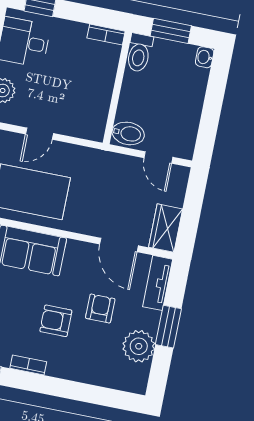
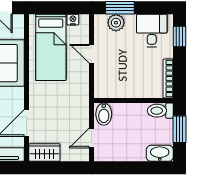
bookcase: (106, 35) -> (168, 79), width x1.56
washbasin: (205, 57) -> (160, 153), width x1.91, depth x1.45

